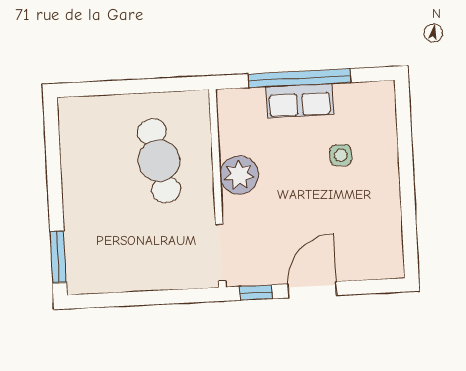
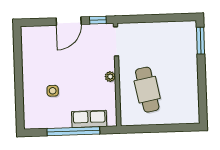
row of seats: (300, 101) -> (89, 119), moved
plant: (239, 175) -> (110, 77), width x0.53, depth x0.53

